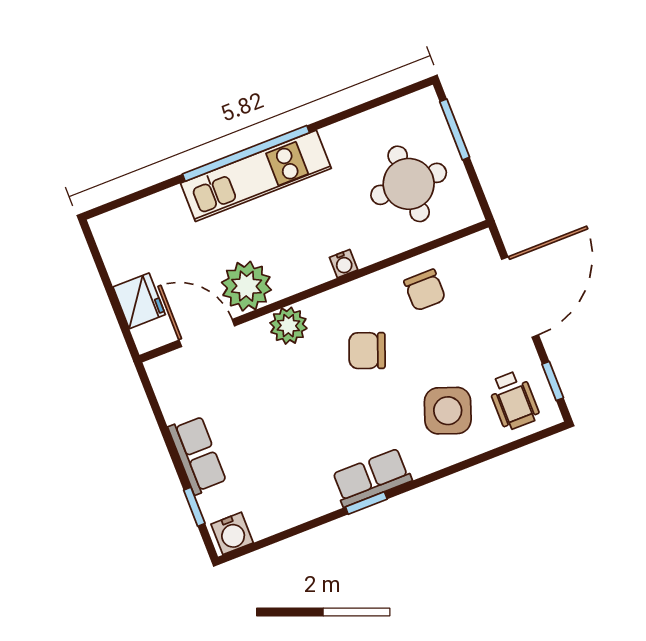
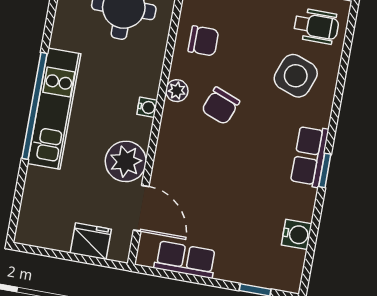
water cooler: (344, 264) -> (147, 107), moved
plant: (288, 326) -> (177, 91), moved, width x0.73, depth x0.73
door: (207, 333) -> (141, 208), swing flipped
row of seats: (197, 455) -> (185, 260), moved
water cooler: (232, 533) -> (297, 234), moved

